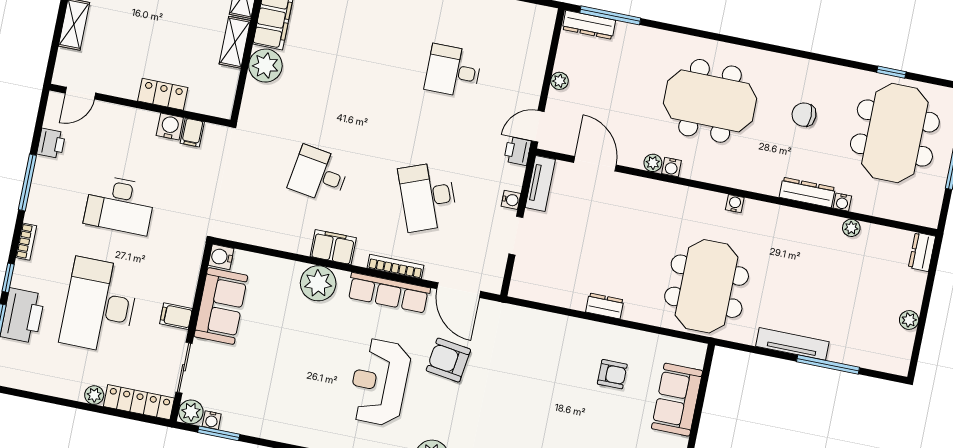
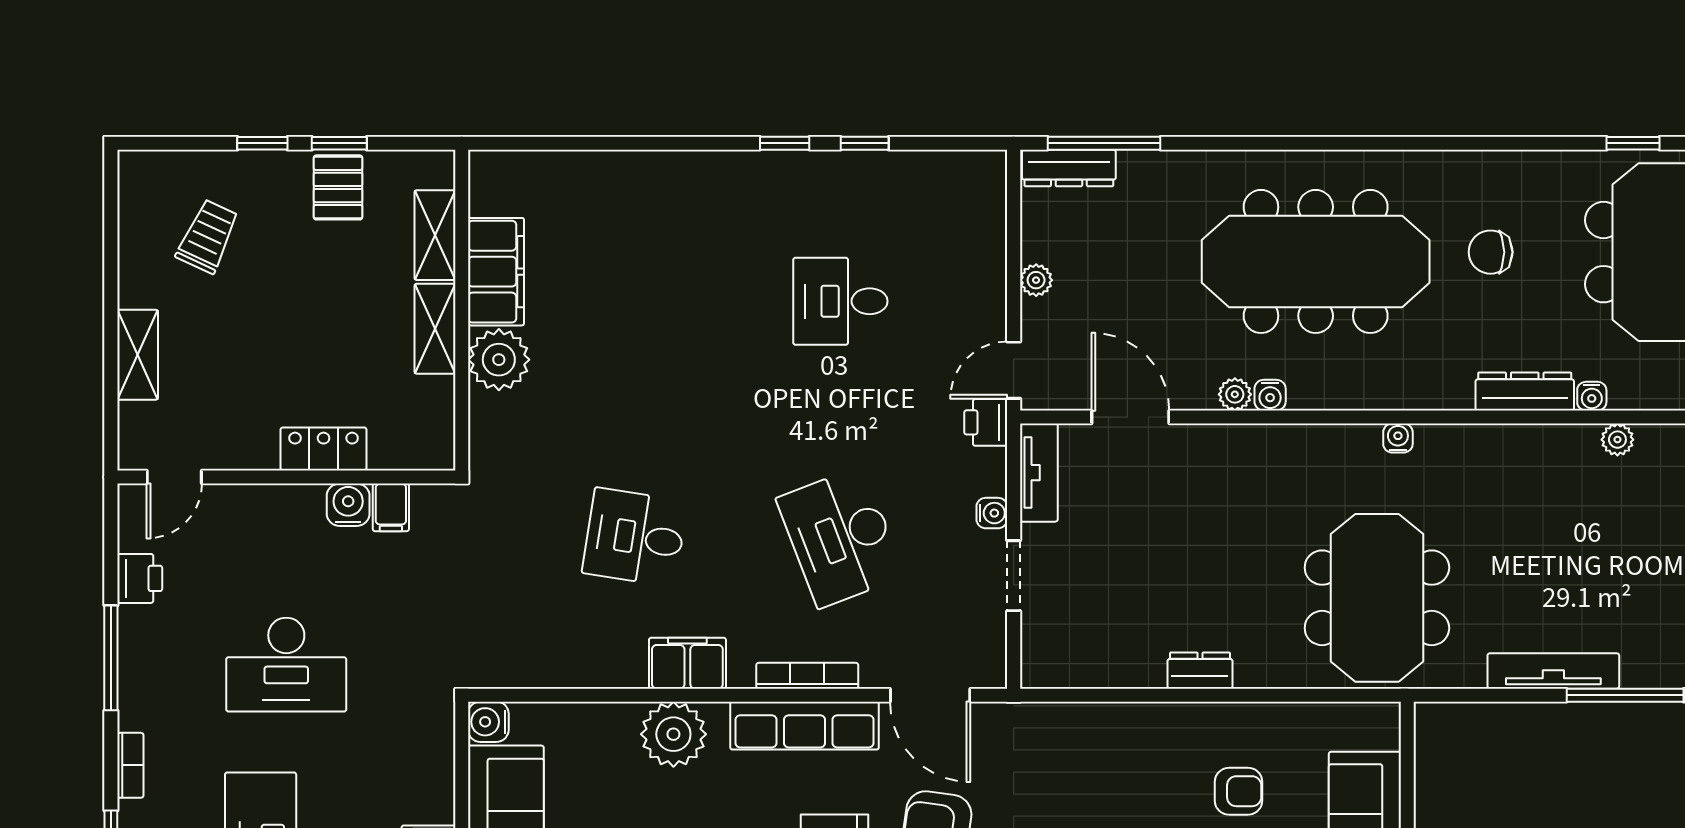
meeting table: (710, 101) -> (1316, 261), width x1.36

